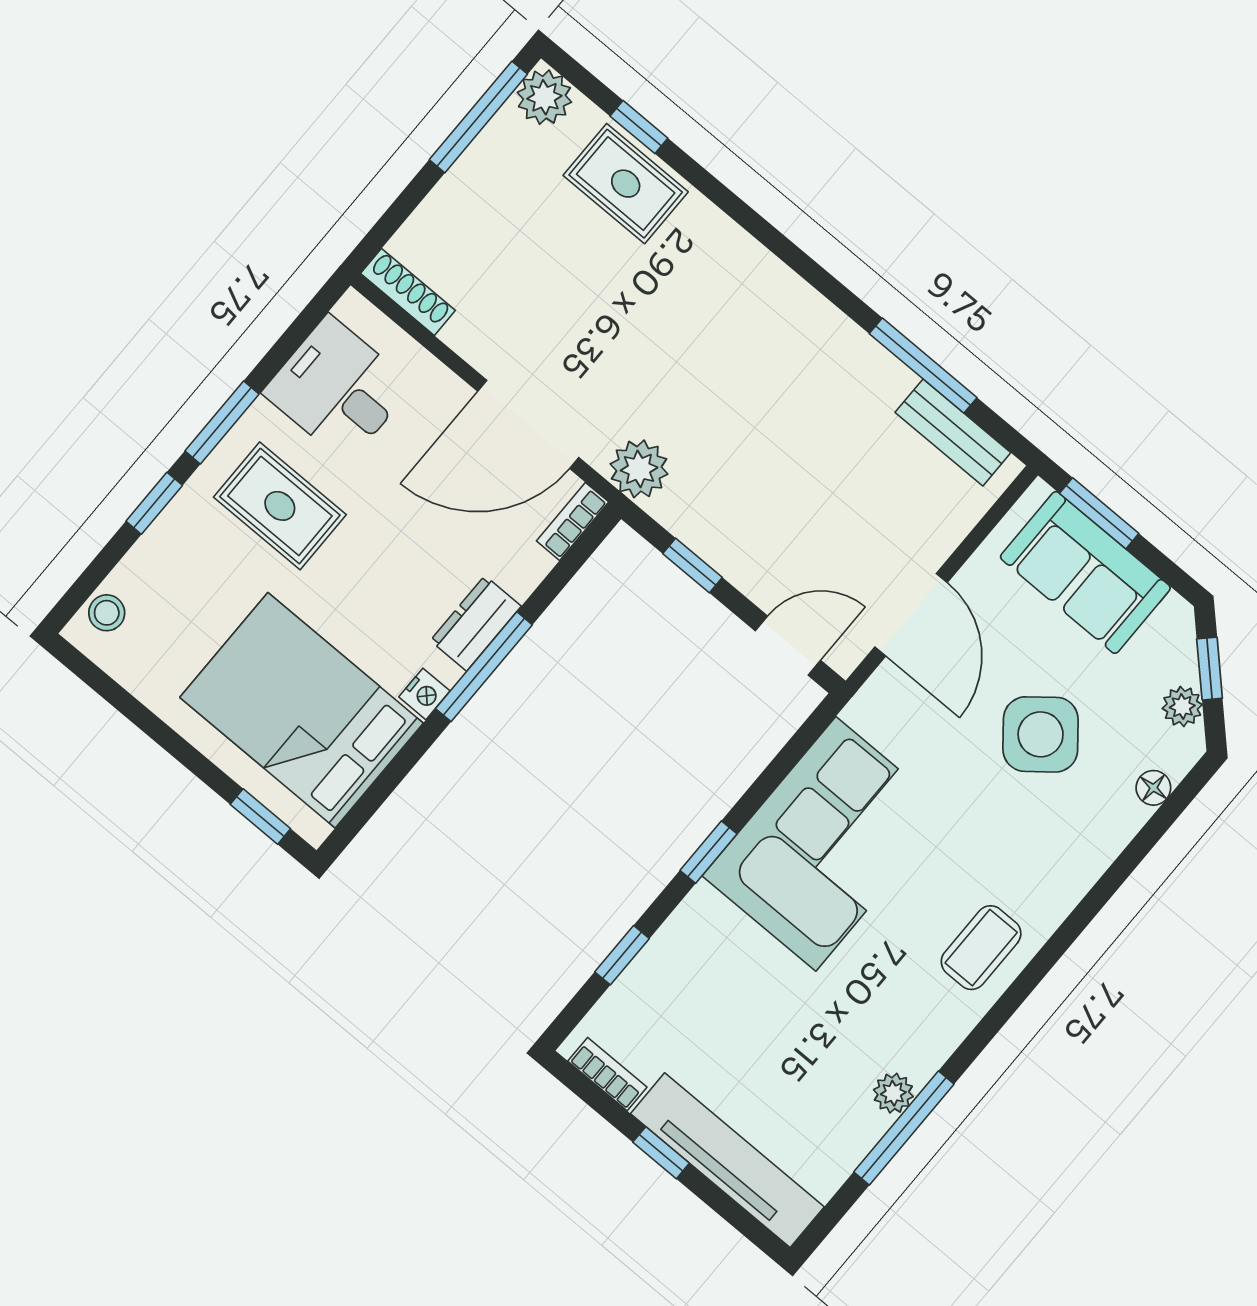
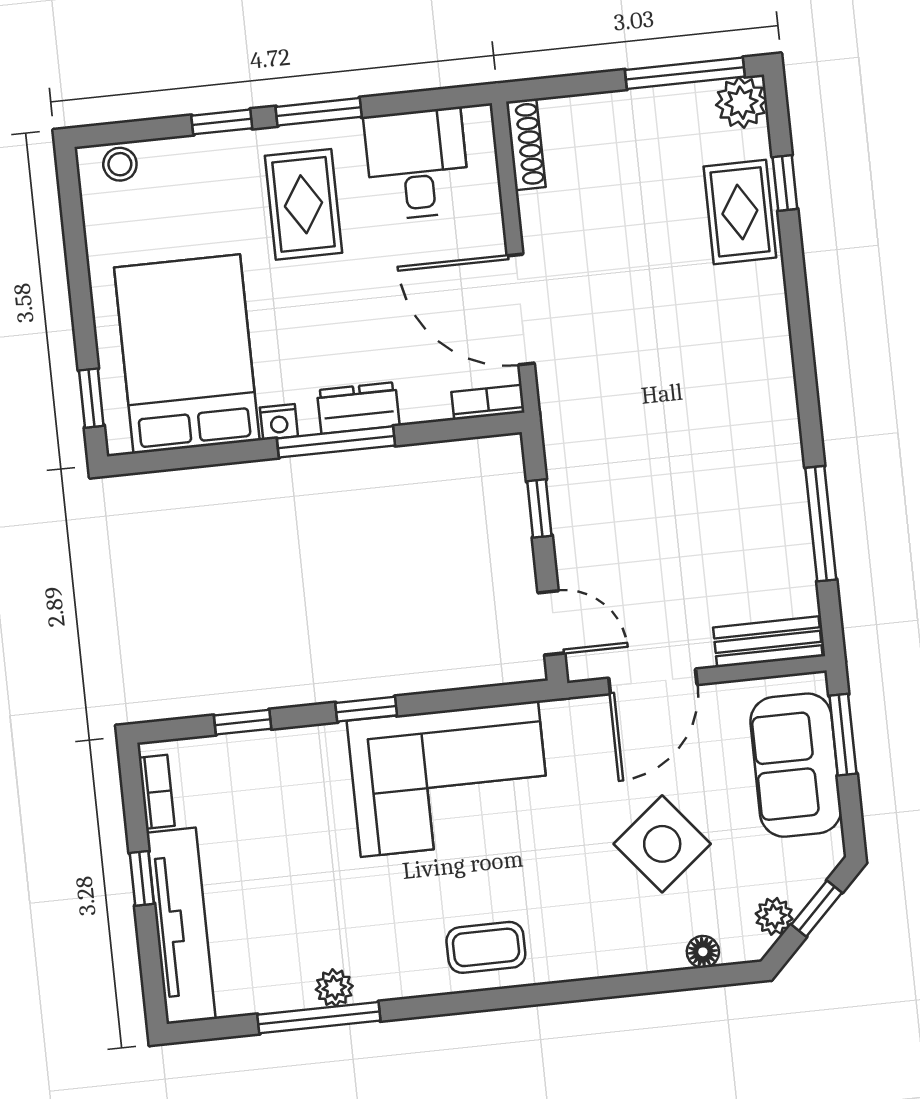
bench: (953, 432) -> (768, 642), moved, turned 90
plant: (639, 469) -> (566, 410), removed

